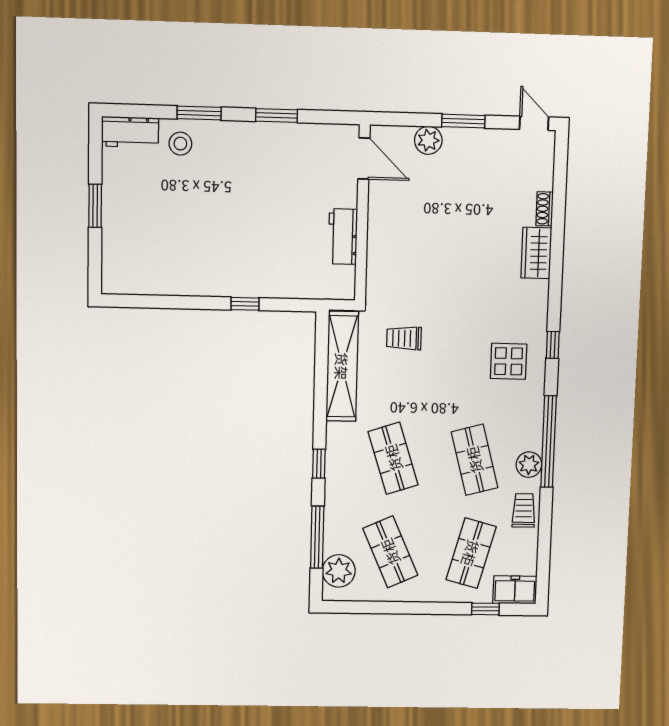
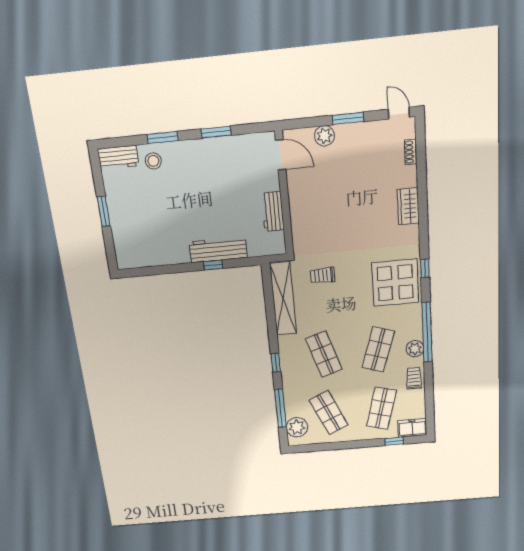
shoe rack: (545, 209) -> (411, 152), moved
workbench: (256, 282) -> (218, 250), added
display table: (509, 361) -> (395, 283), width x1.86, depth x1.86
shop shelf: (474, 460) -> (378, 349), turned 33

